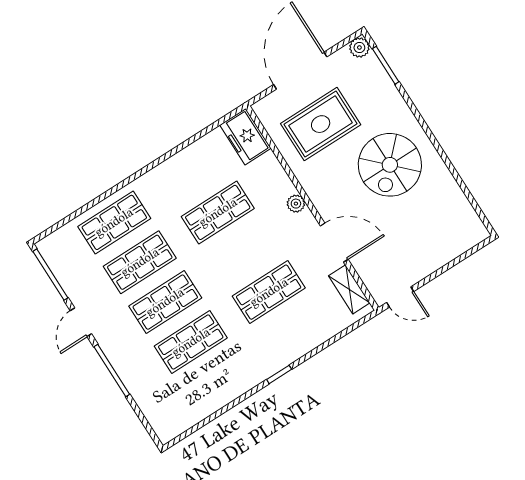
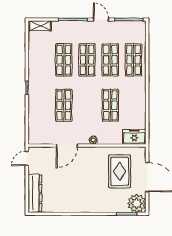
plant: (359, 48) -> (137, 203), width x1.88, depth x1.88
spiral stairs: (390, 165) -> (84, 189), removed
dresser: (451, 245) -> (35, 193), added
shelving: (349, 289) -> (40, 26), moved

